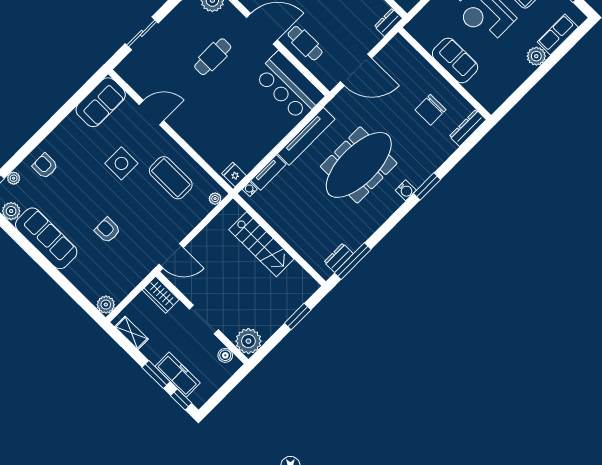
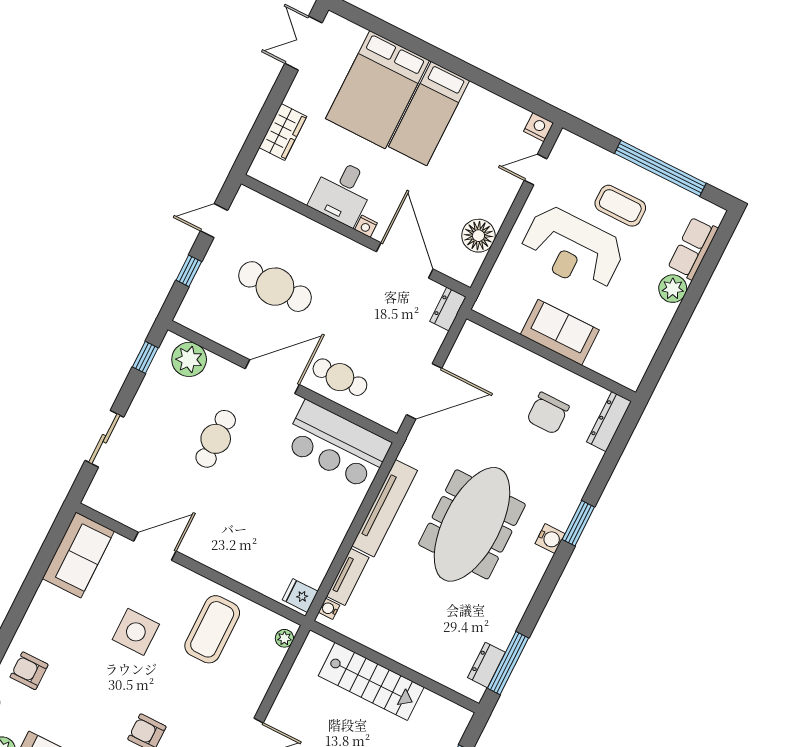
coffee table: (171, 178) -> (212, 629), turned 90

